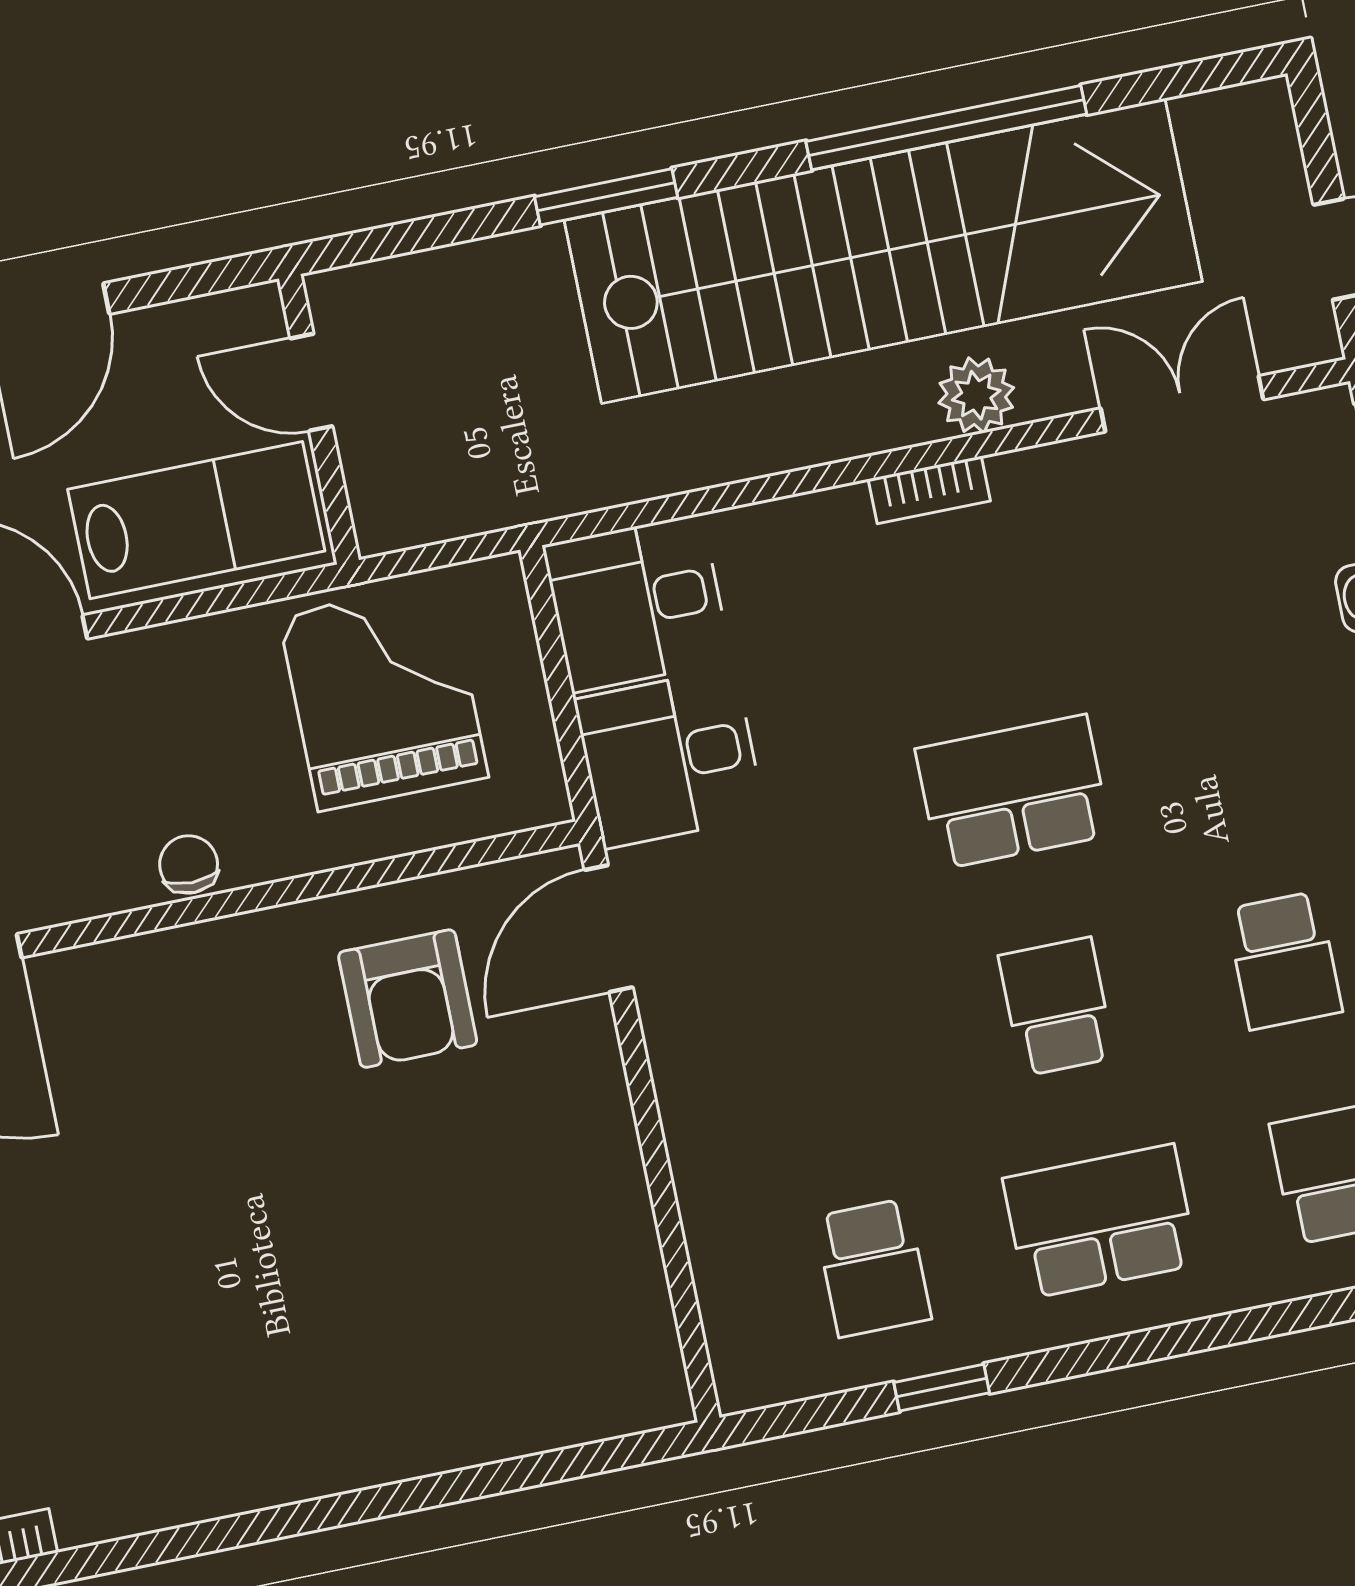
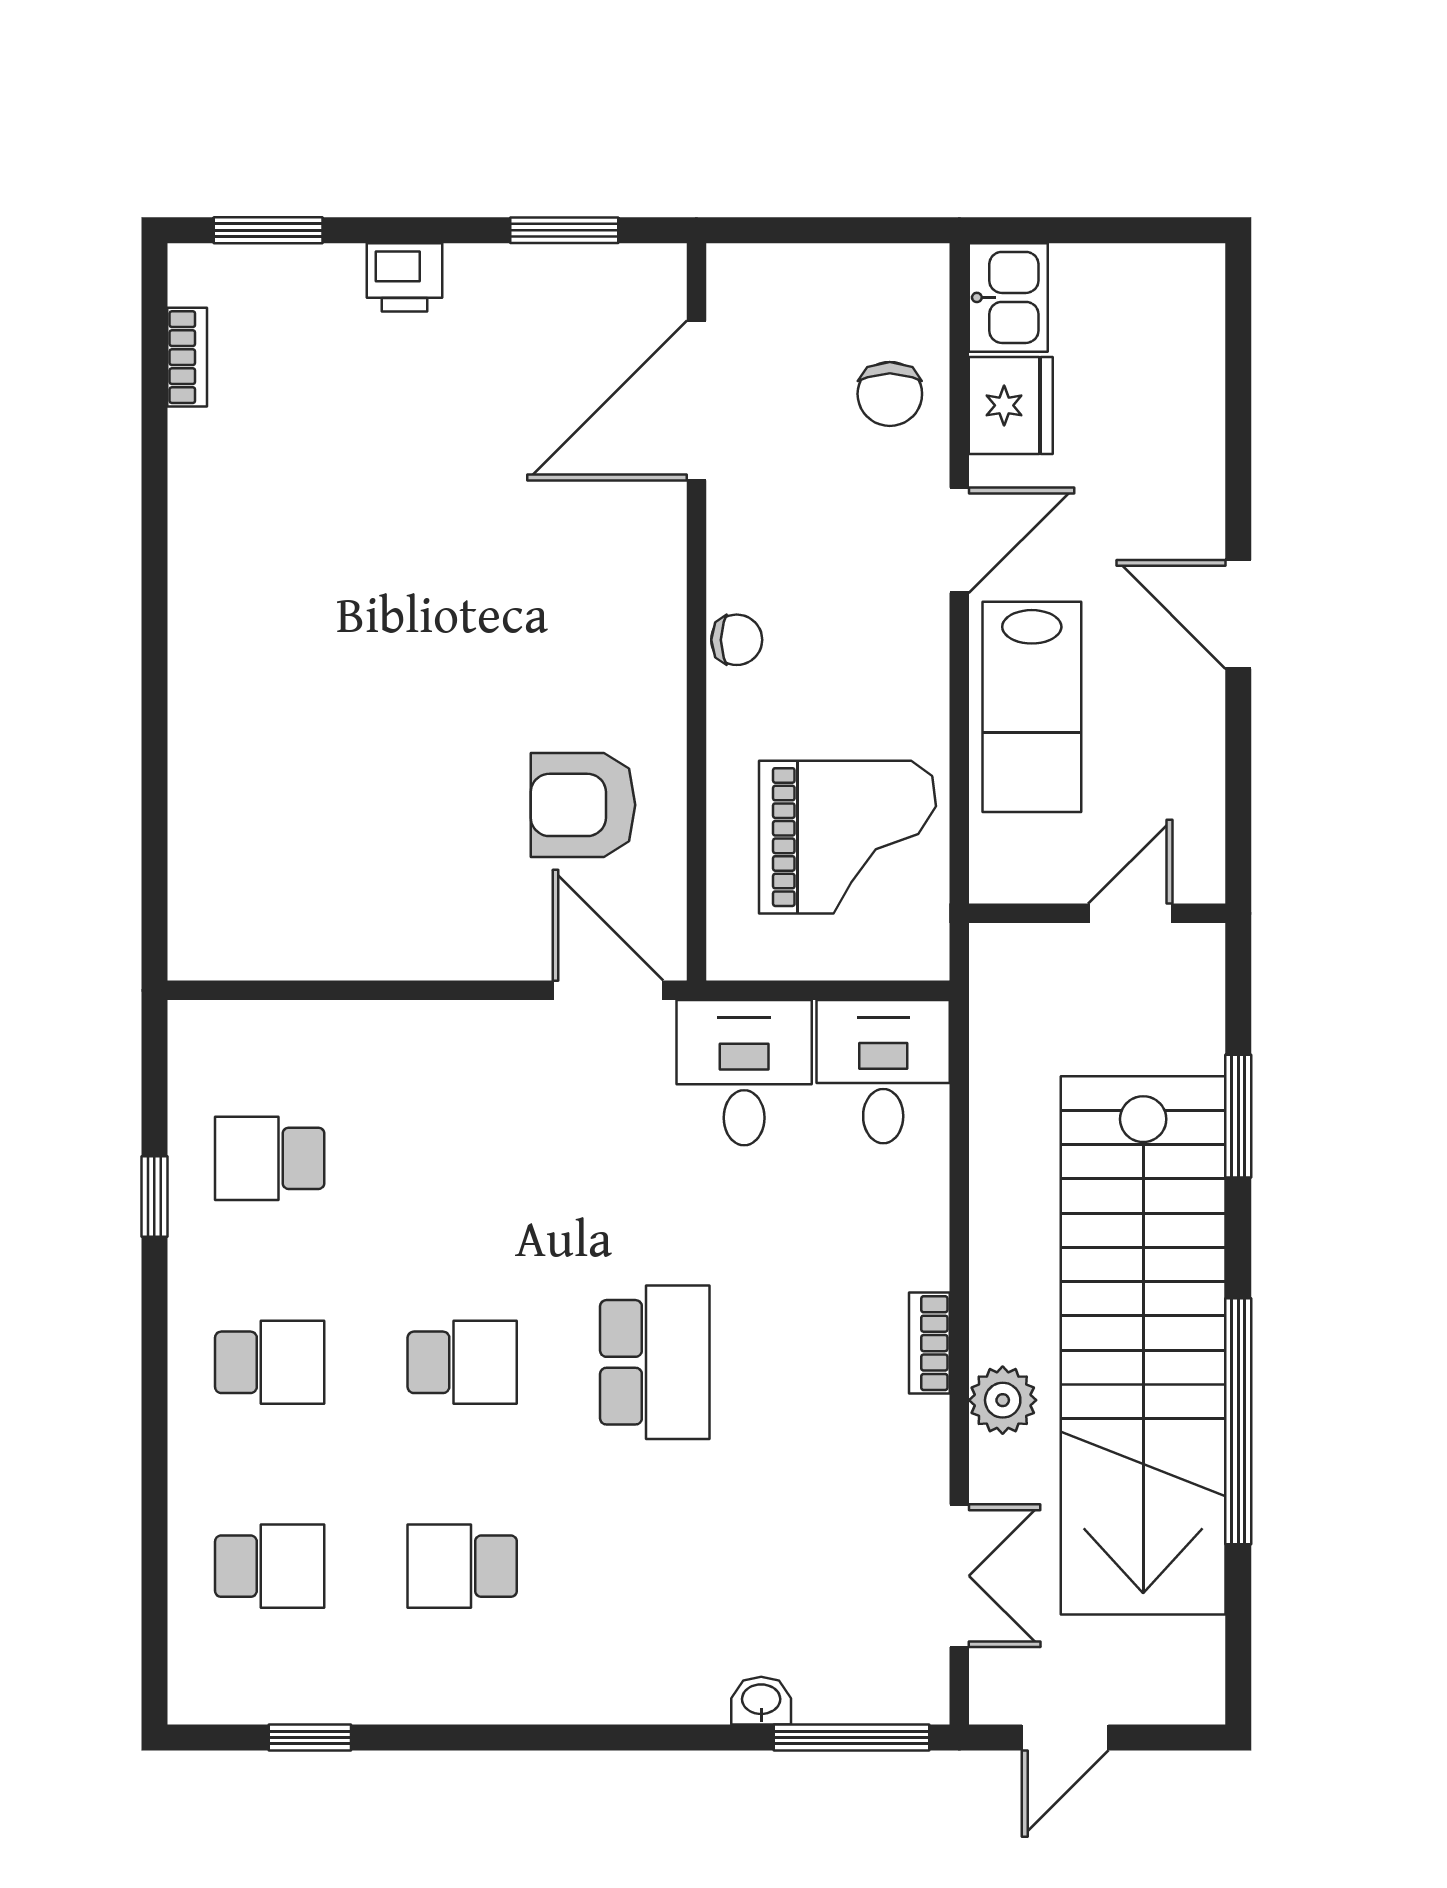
door: (311, 382) -> (1130, 913), moved
wall: (319, 419) -> (1097, 913), moved
school desk: (1100, 1221) -> (270, 1362), width x0.54

